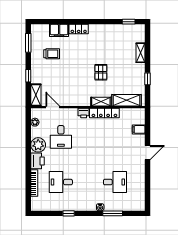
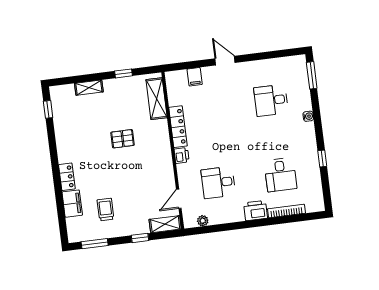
shelving: (101, 102) -> (163, 133), removed
desk: (61, 137) -> (218, 182), turned 180
plant: (38, 145) -> (233, 212), removed
desk: (115, 182) -> (271, 100), turned -90
window: (113, 213) -> (312, 75), moved

